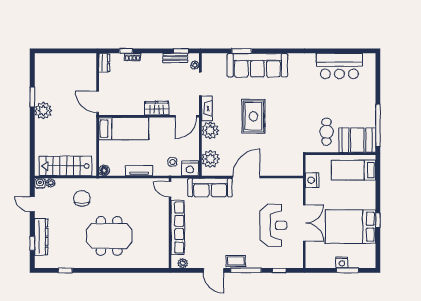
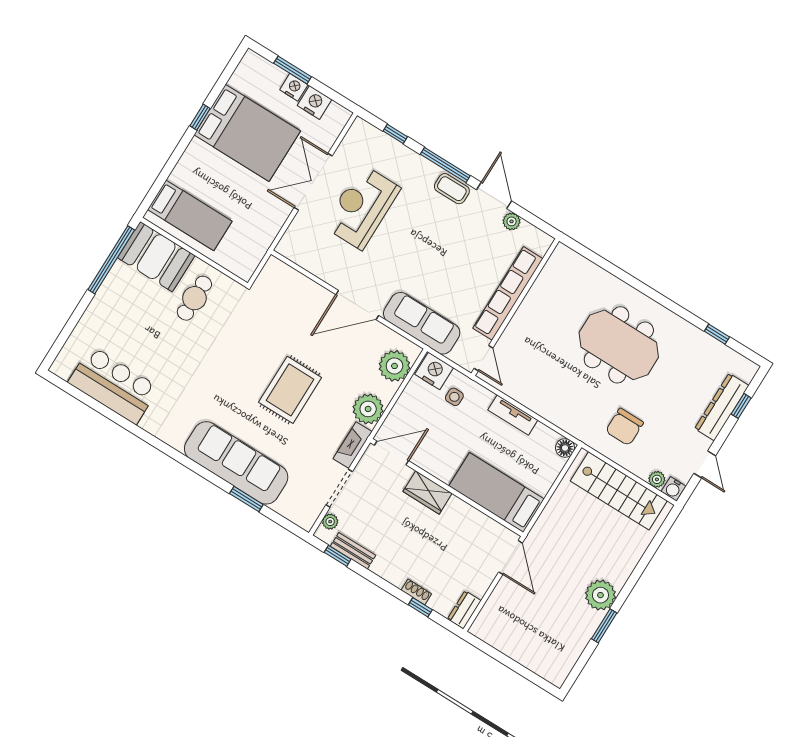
nightstand: (312, 180) -> (314, 102), moved, turned -90
plant: (183, 263) -> (512, 221), moved

